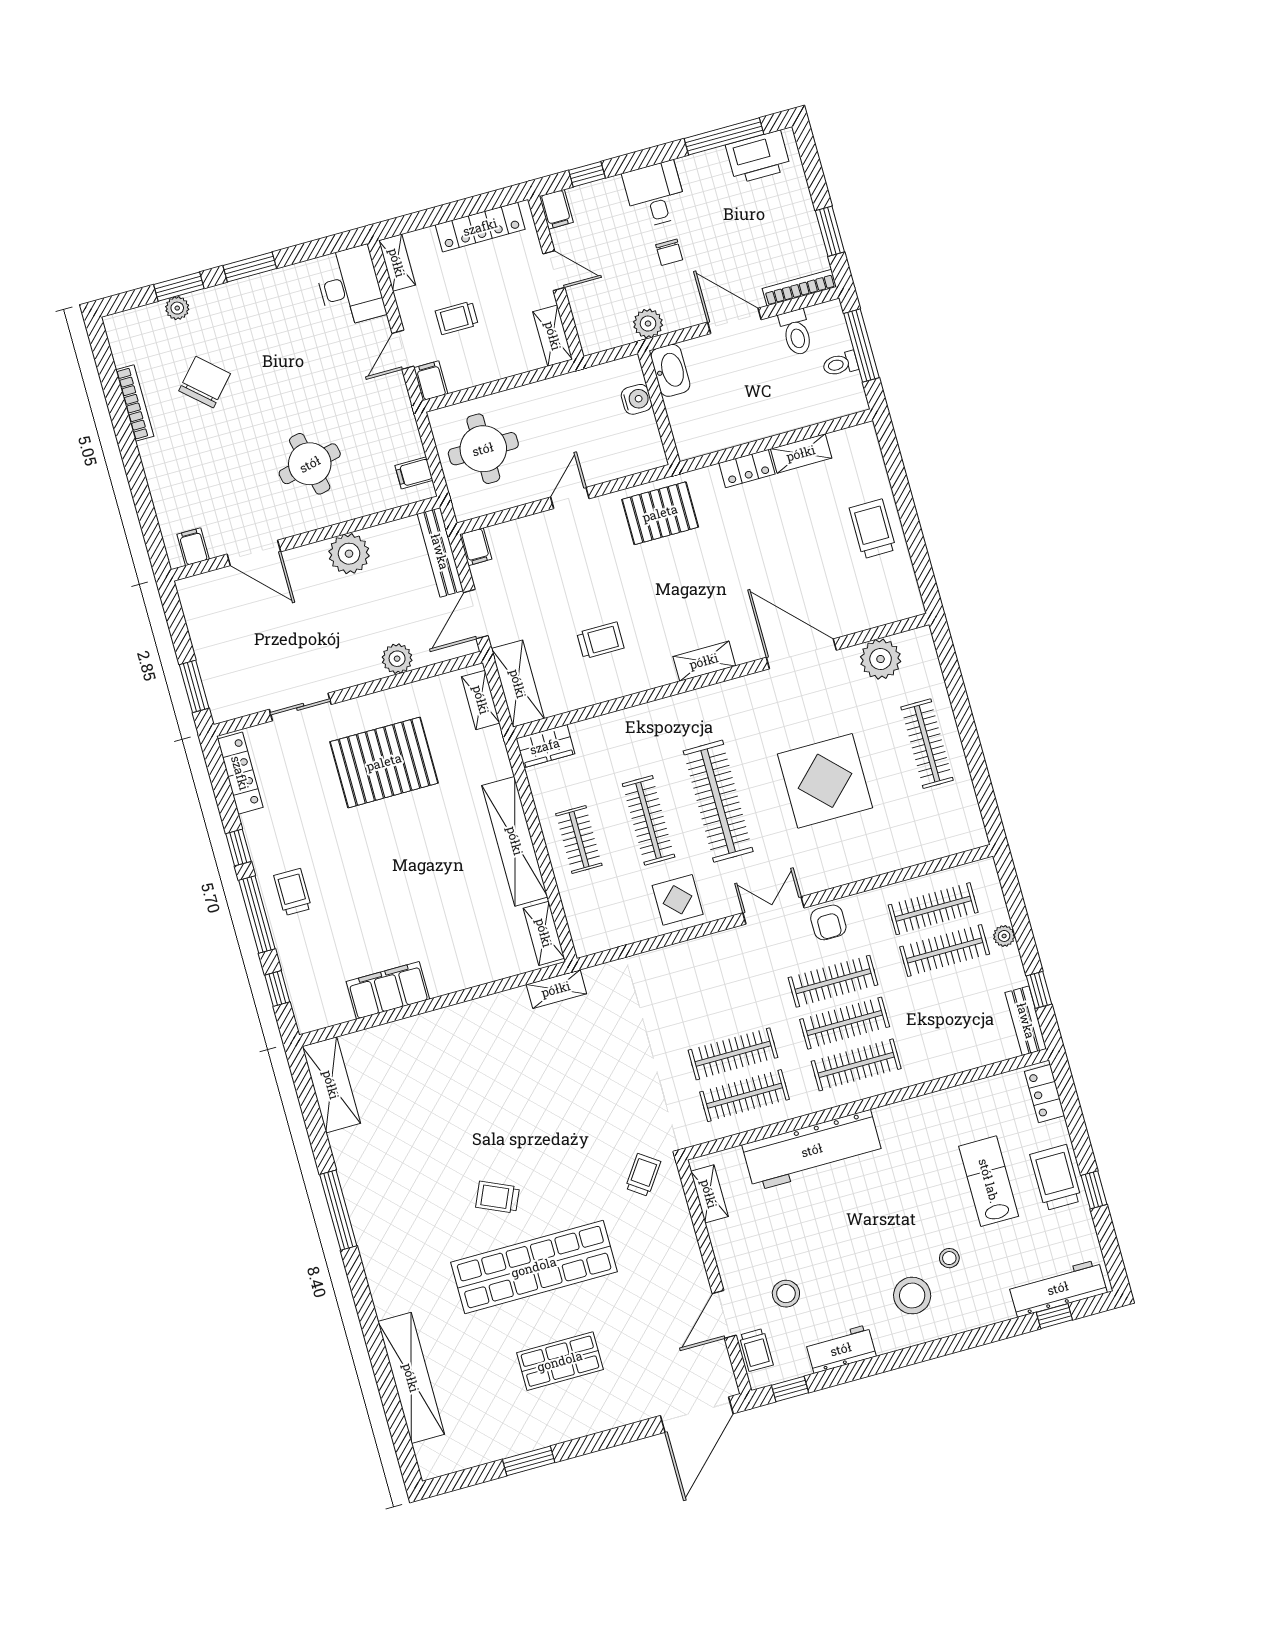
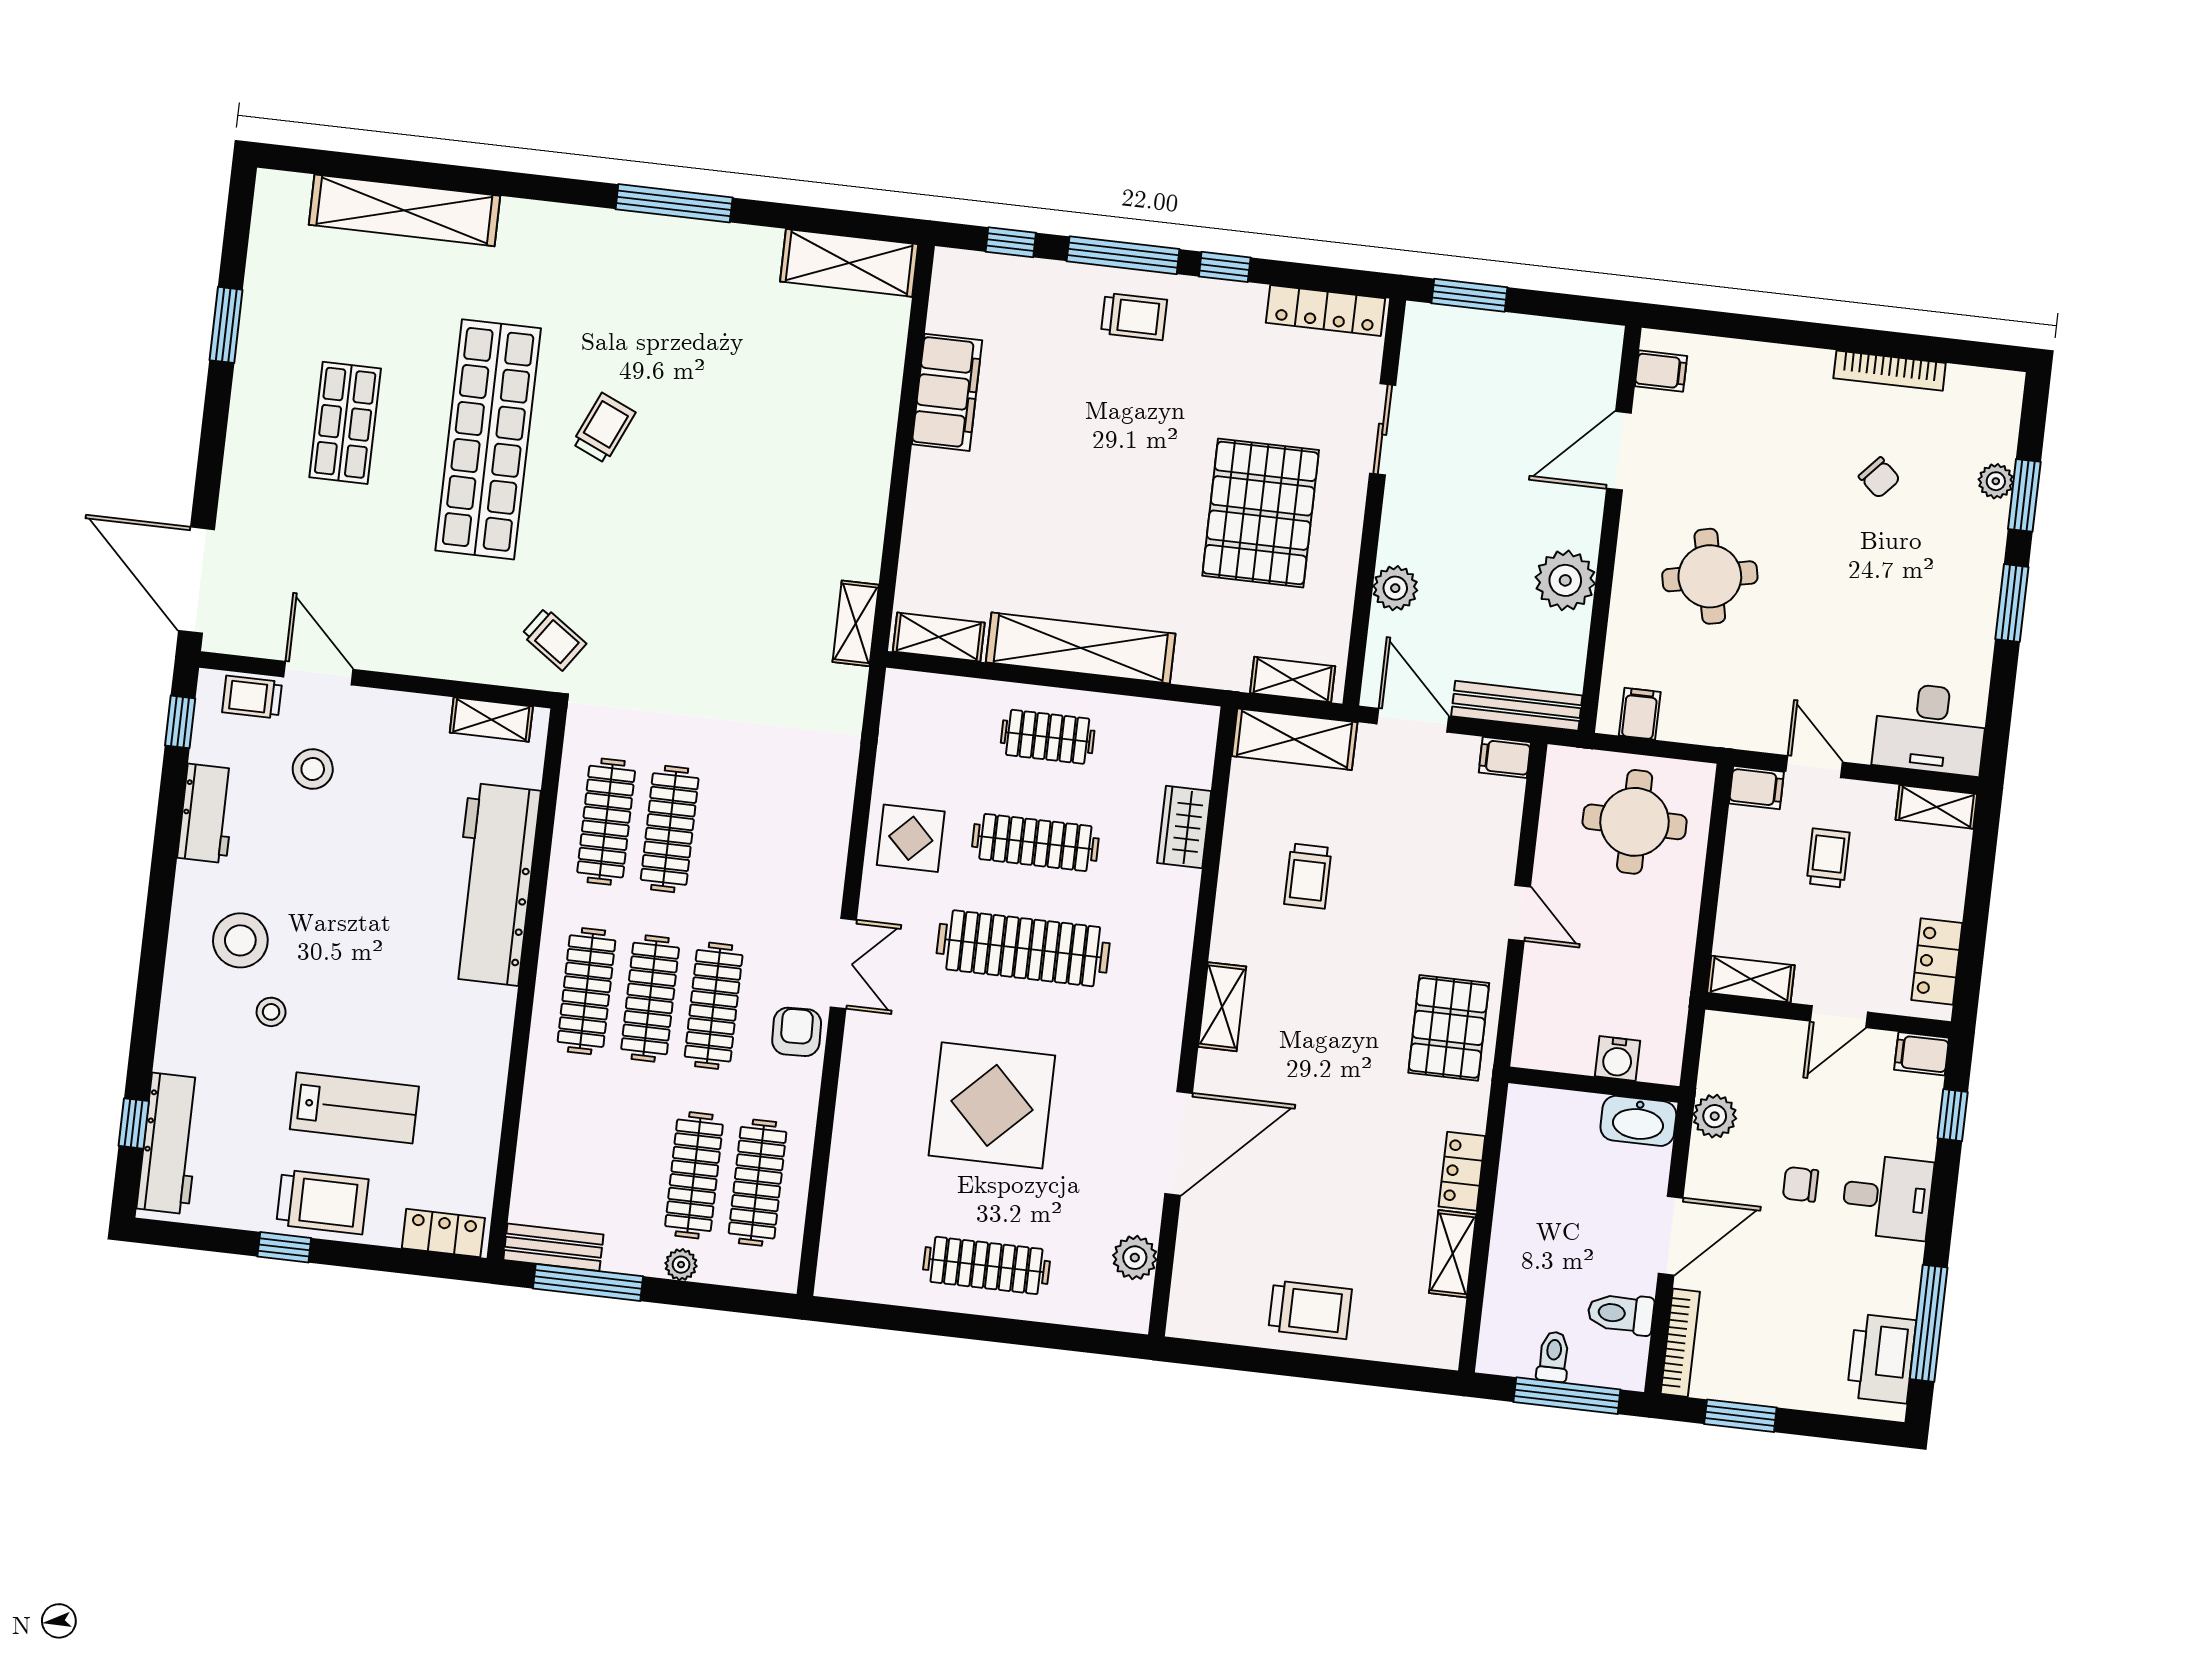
locker: (480, 227) -> (1937, 961), width x0.66
chair: (205, 382) -> (1879, 478), width x0.54, depth x0.54
plant: (881, 659) -> (1135, 1258), width x0.73, depth x0.73
wardrobe: (545, 746) -> (1184, 827), moved
armchair: (828, 922) -> (797, 1032), turned 88
window: (1039, 990) -> (588, 1282), width x2.17

